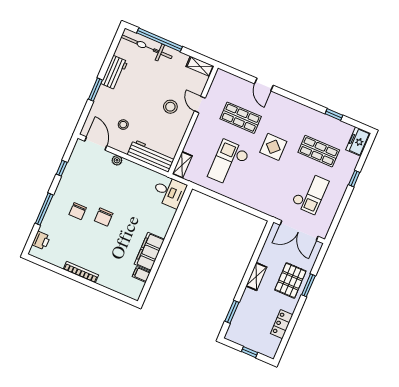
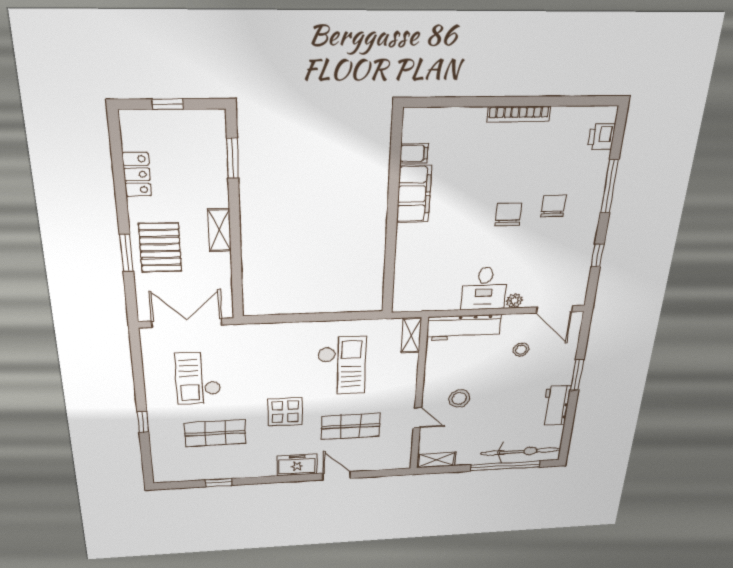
freezer: (358, 142) -> (297, 465), moved, turned -90
desk: (169, 192) -> (484, 288), moved, turned -90

